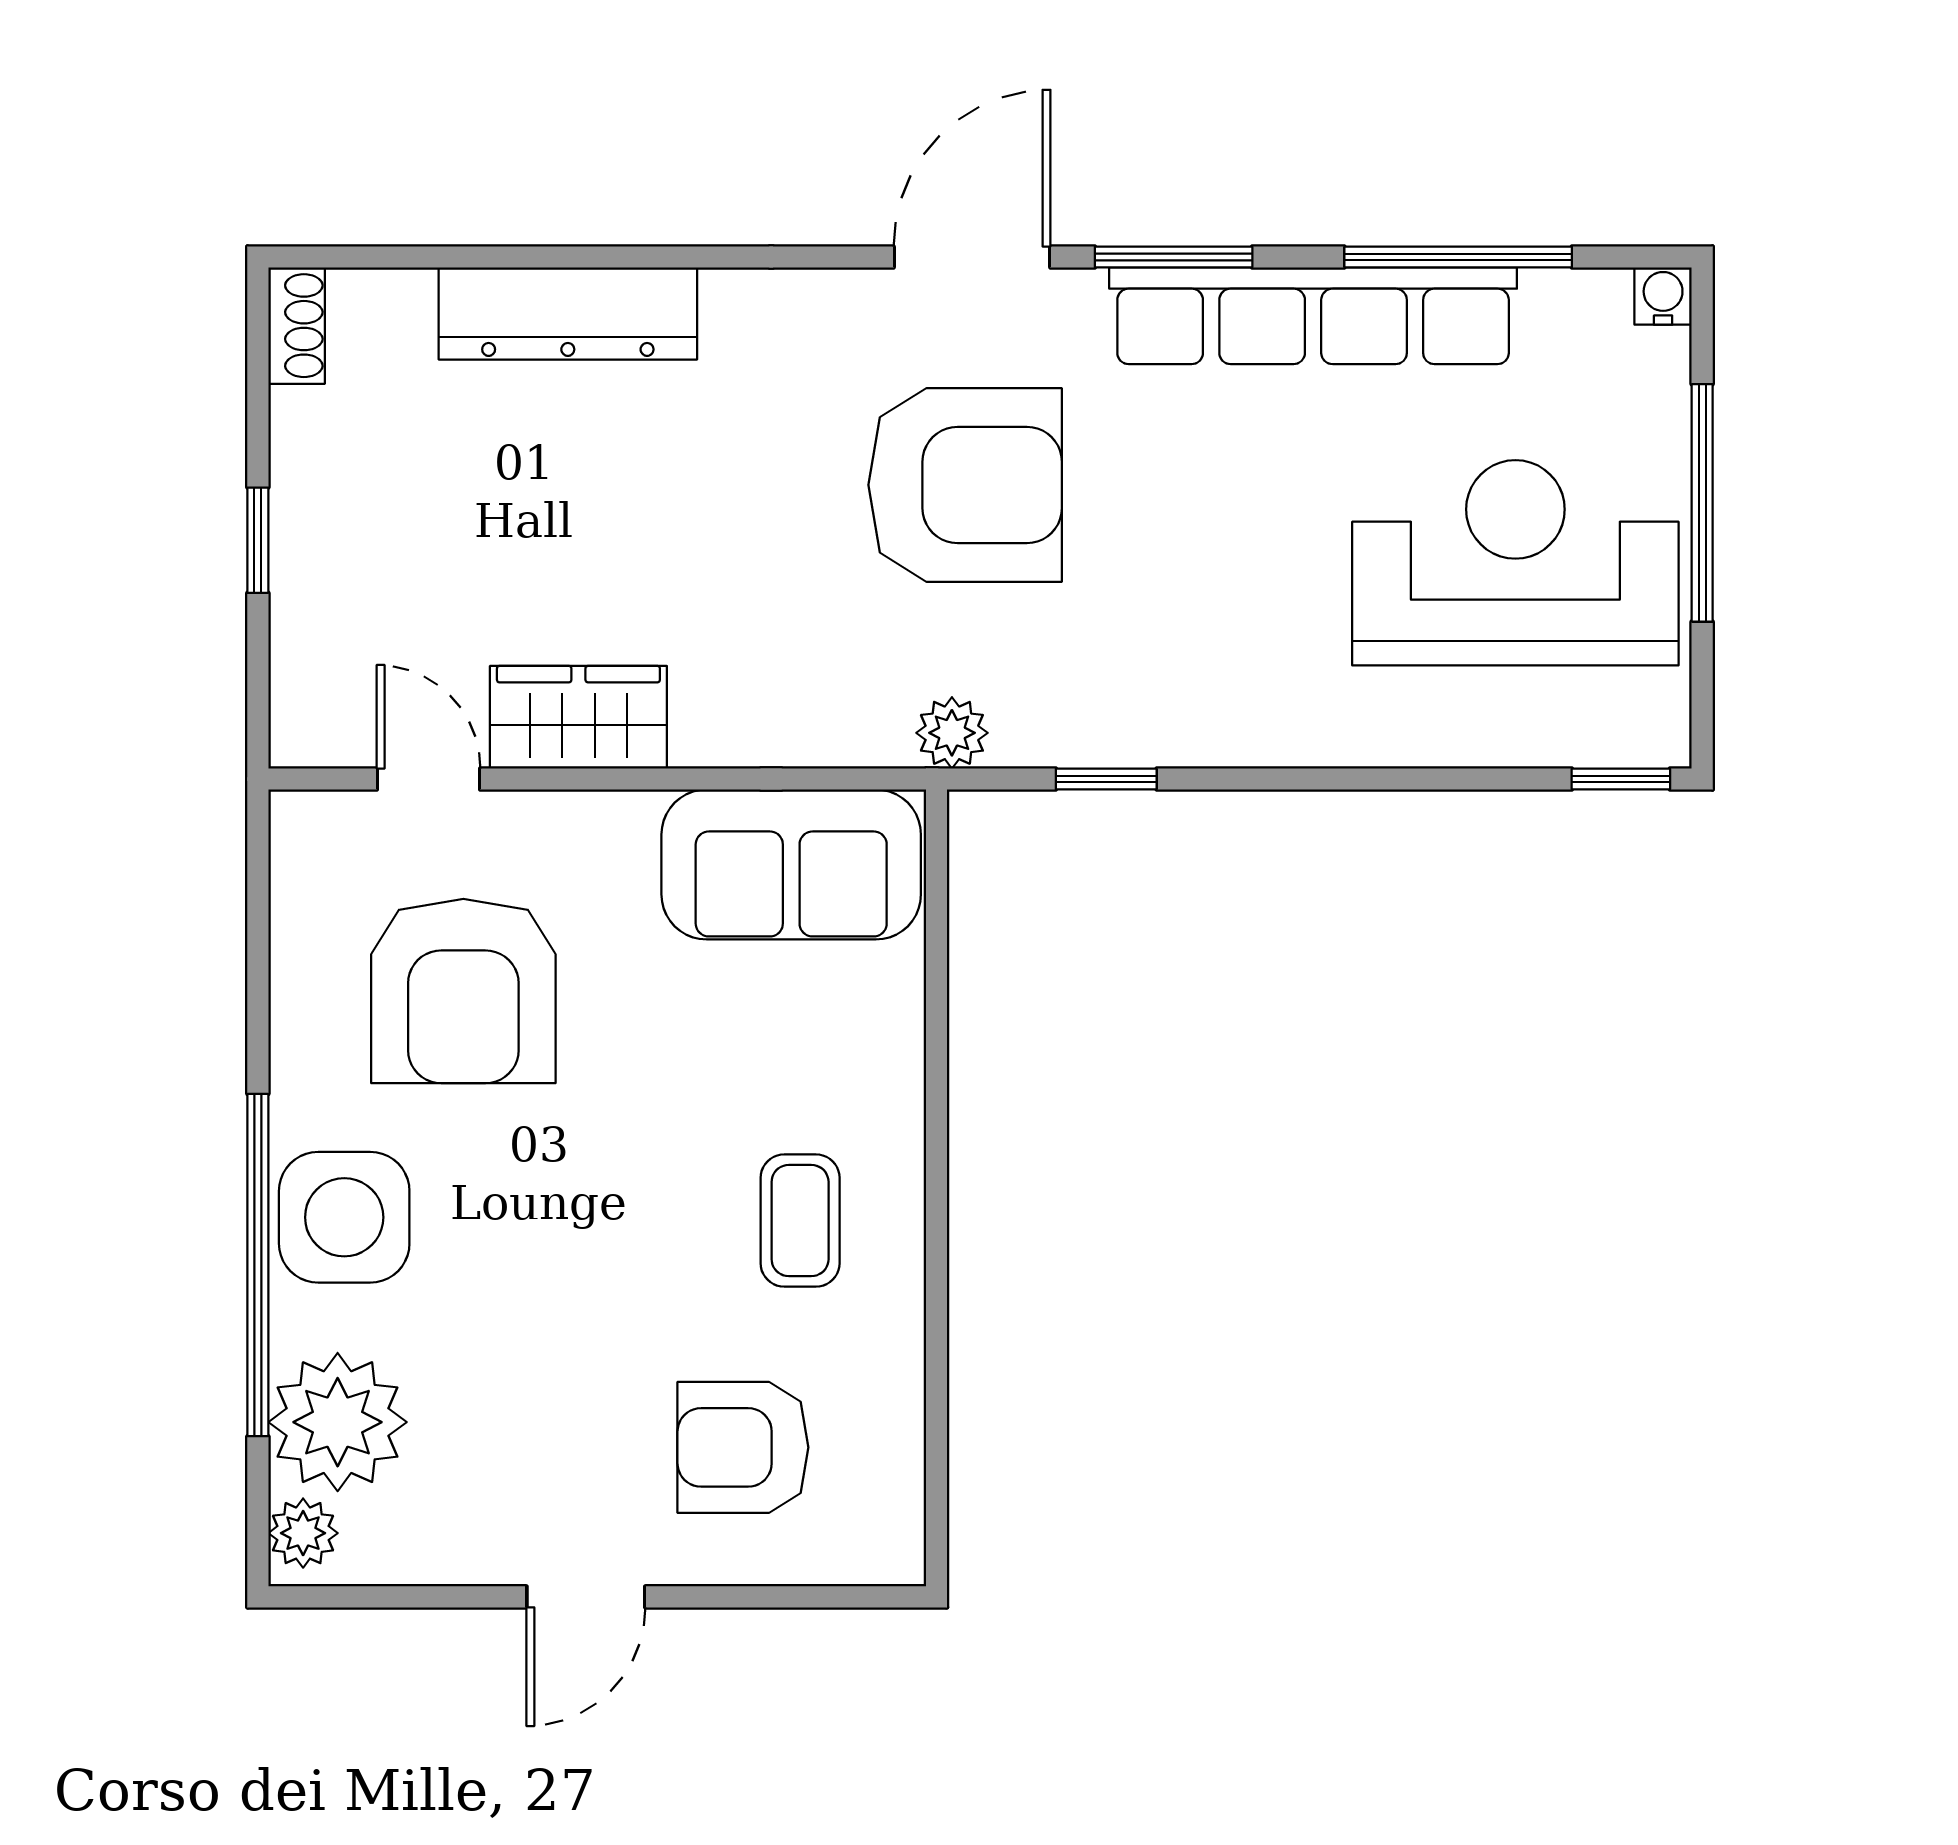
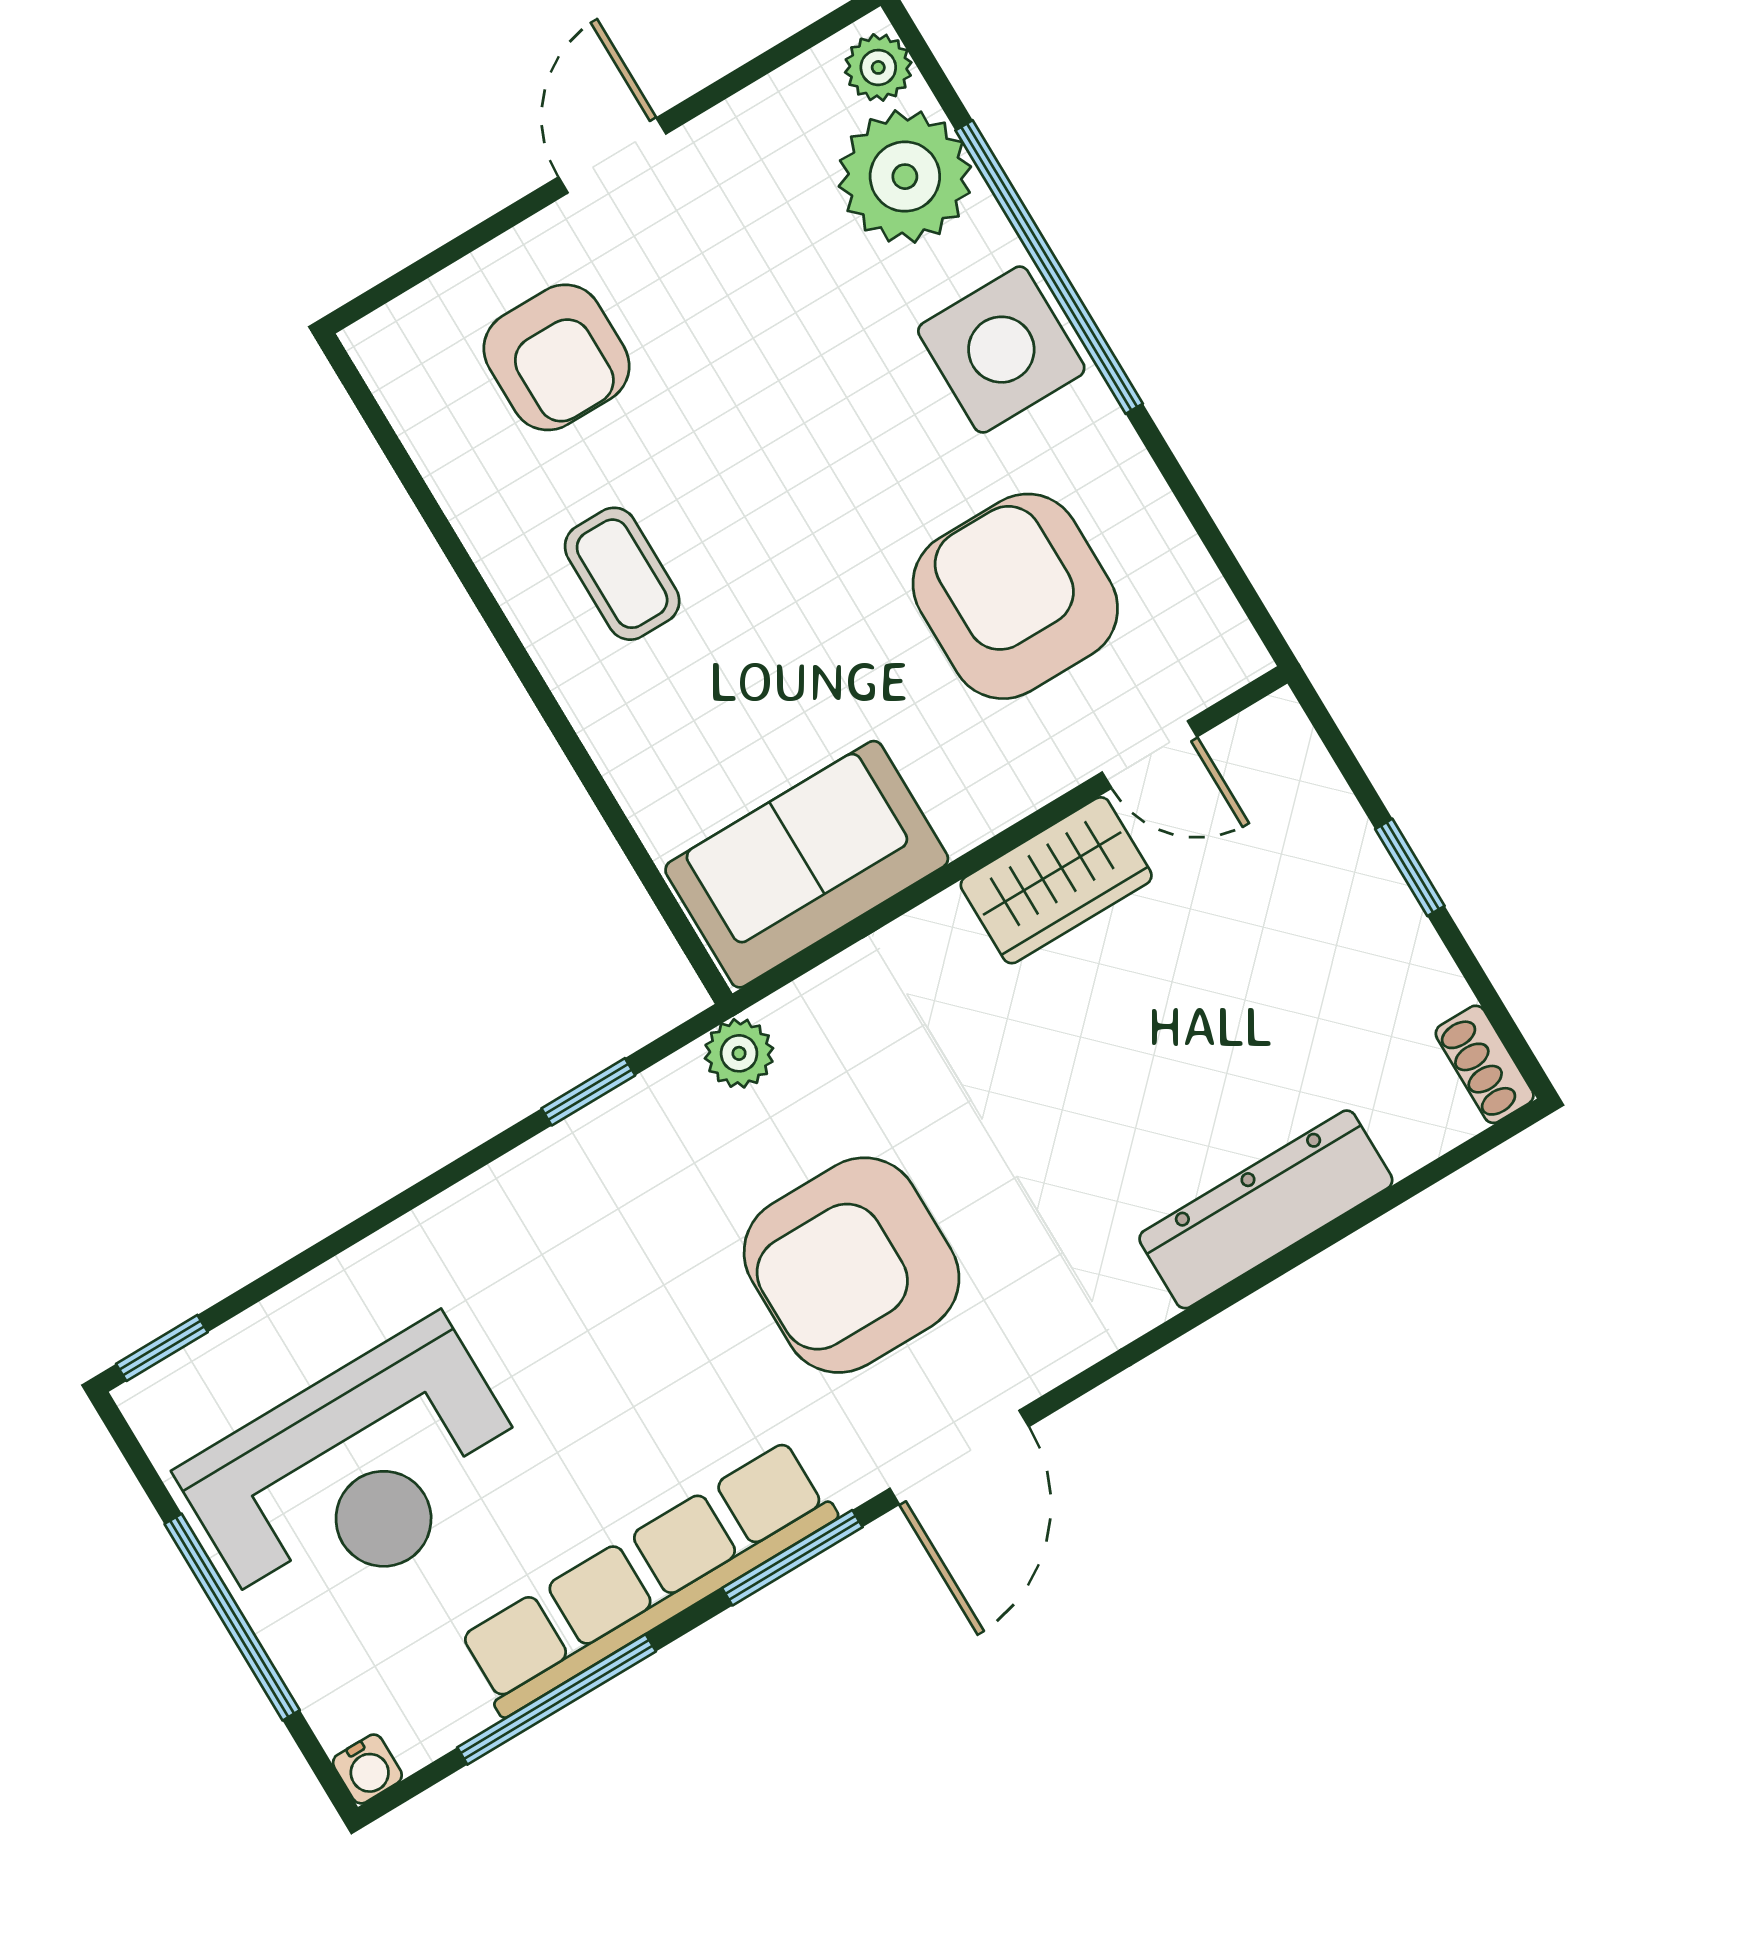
armchair: (743, 1447) -> (557, 357), turned 90

